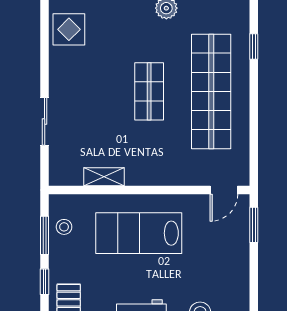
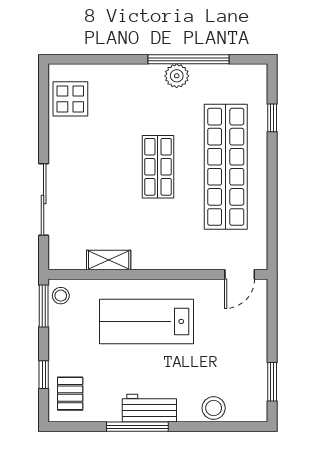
sliding door: (45, 121) -> (44, 200), width x1.37
window: (254, 225) -> (272, 382), moved
stool: (64, 227) -> (61, 296), moved
window: (45, 235) -> (44, 306), moved

